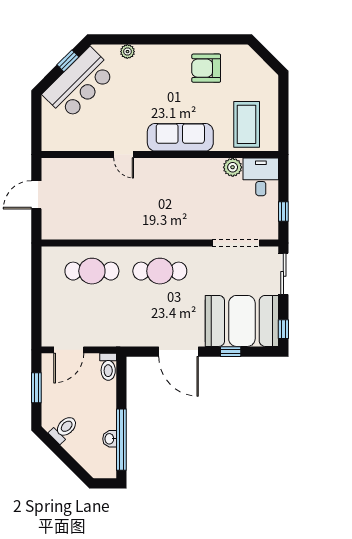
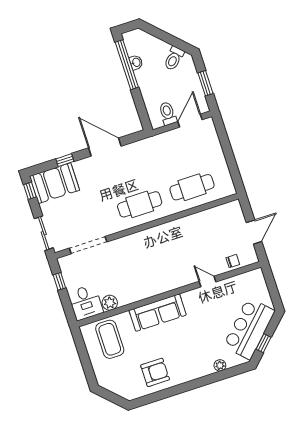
door: (124, 155) -> (207, 282), moved
chair: (72, 169) -> (233, 261), added
booth: (242, 321) -> (54, 183), width x0.73, depth x0.70
toilet: (108, 367) -> (168, 113), moved

